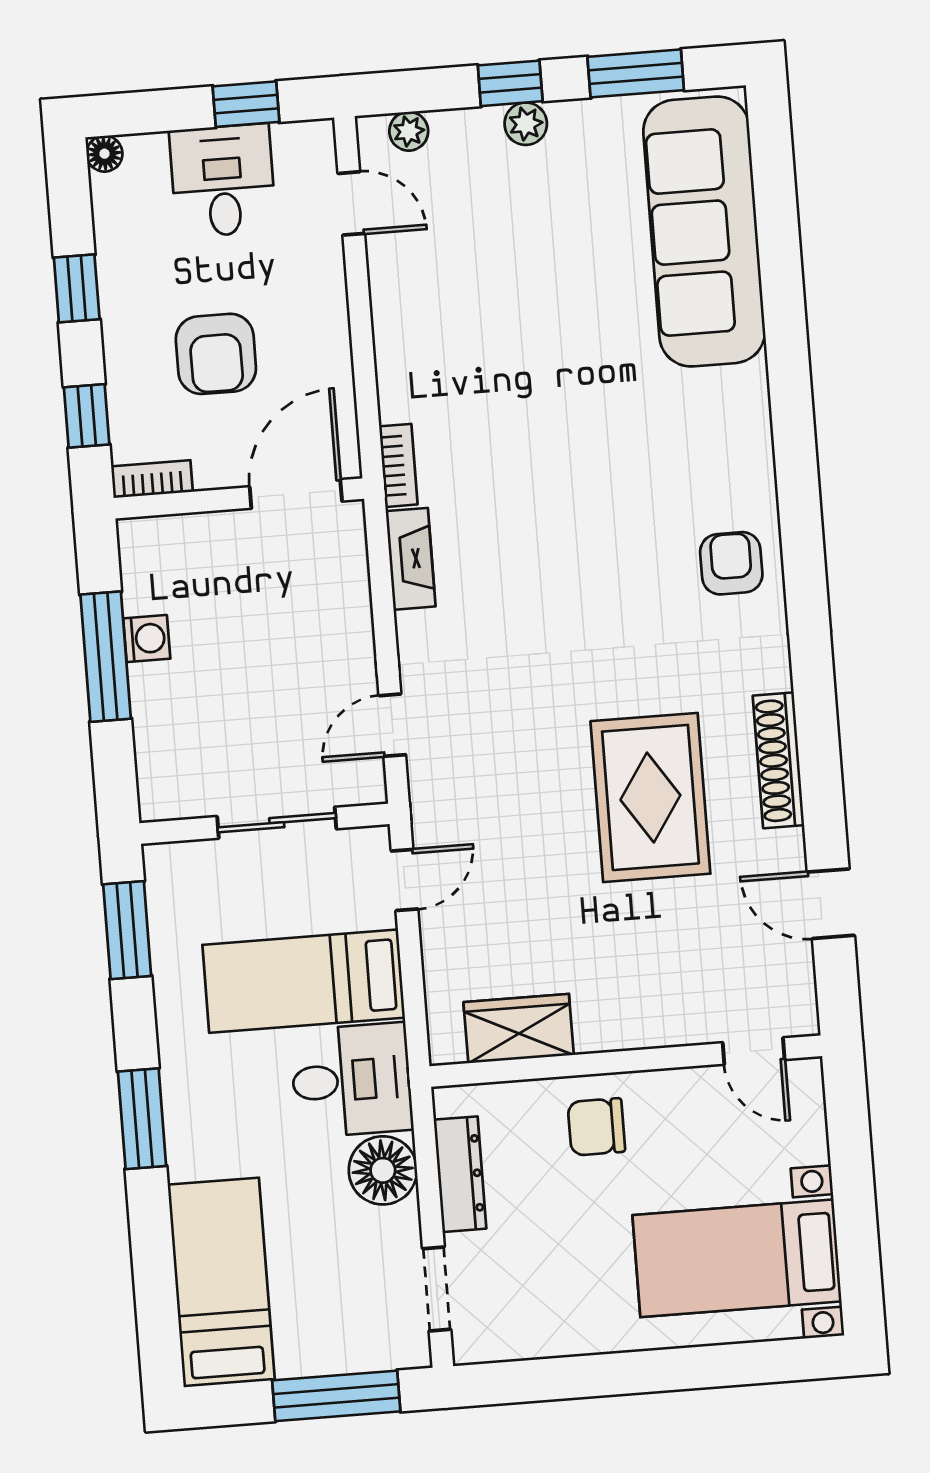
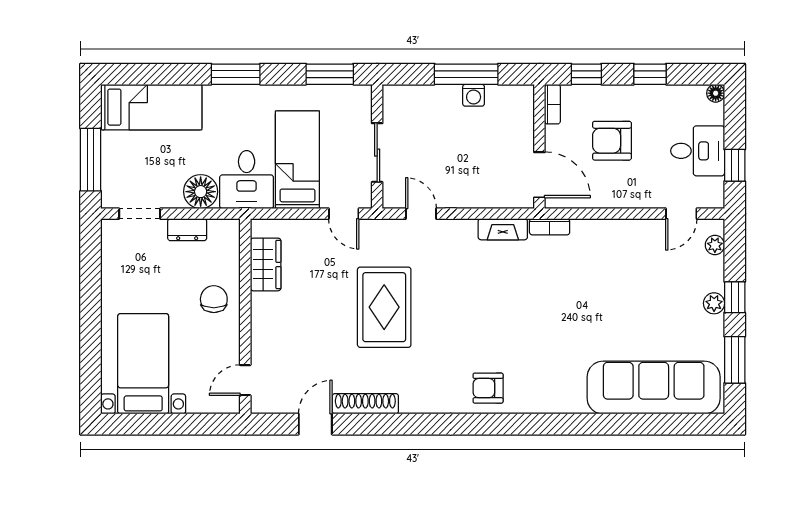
armchair: (731, 563) -> (488, 388), turned 180
shoe rack: (778, 760) -> (365, 404), moved
rug: (650, 797) -> (384, 307), moved, turned 90
dresser: (460, 1174) -> (187, 230), width x0.70

